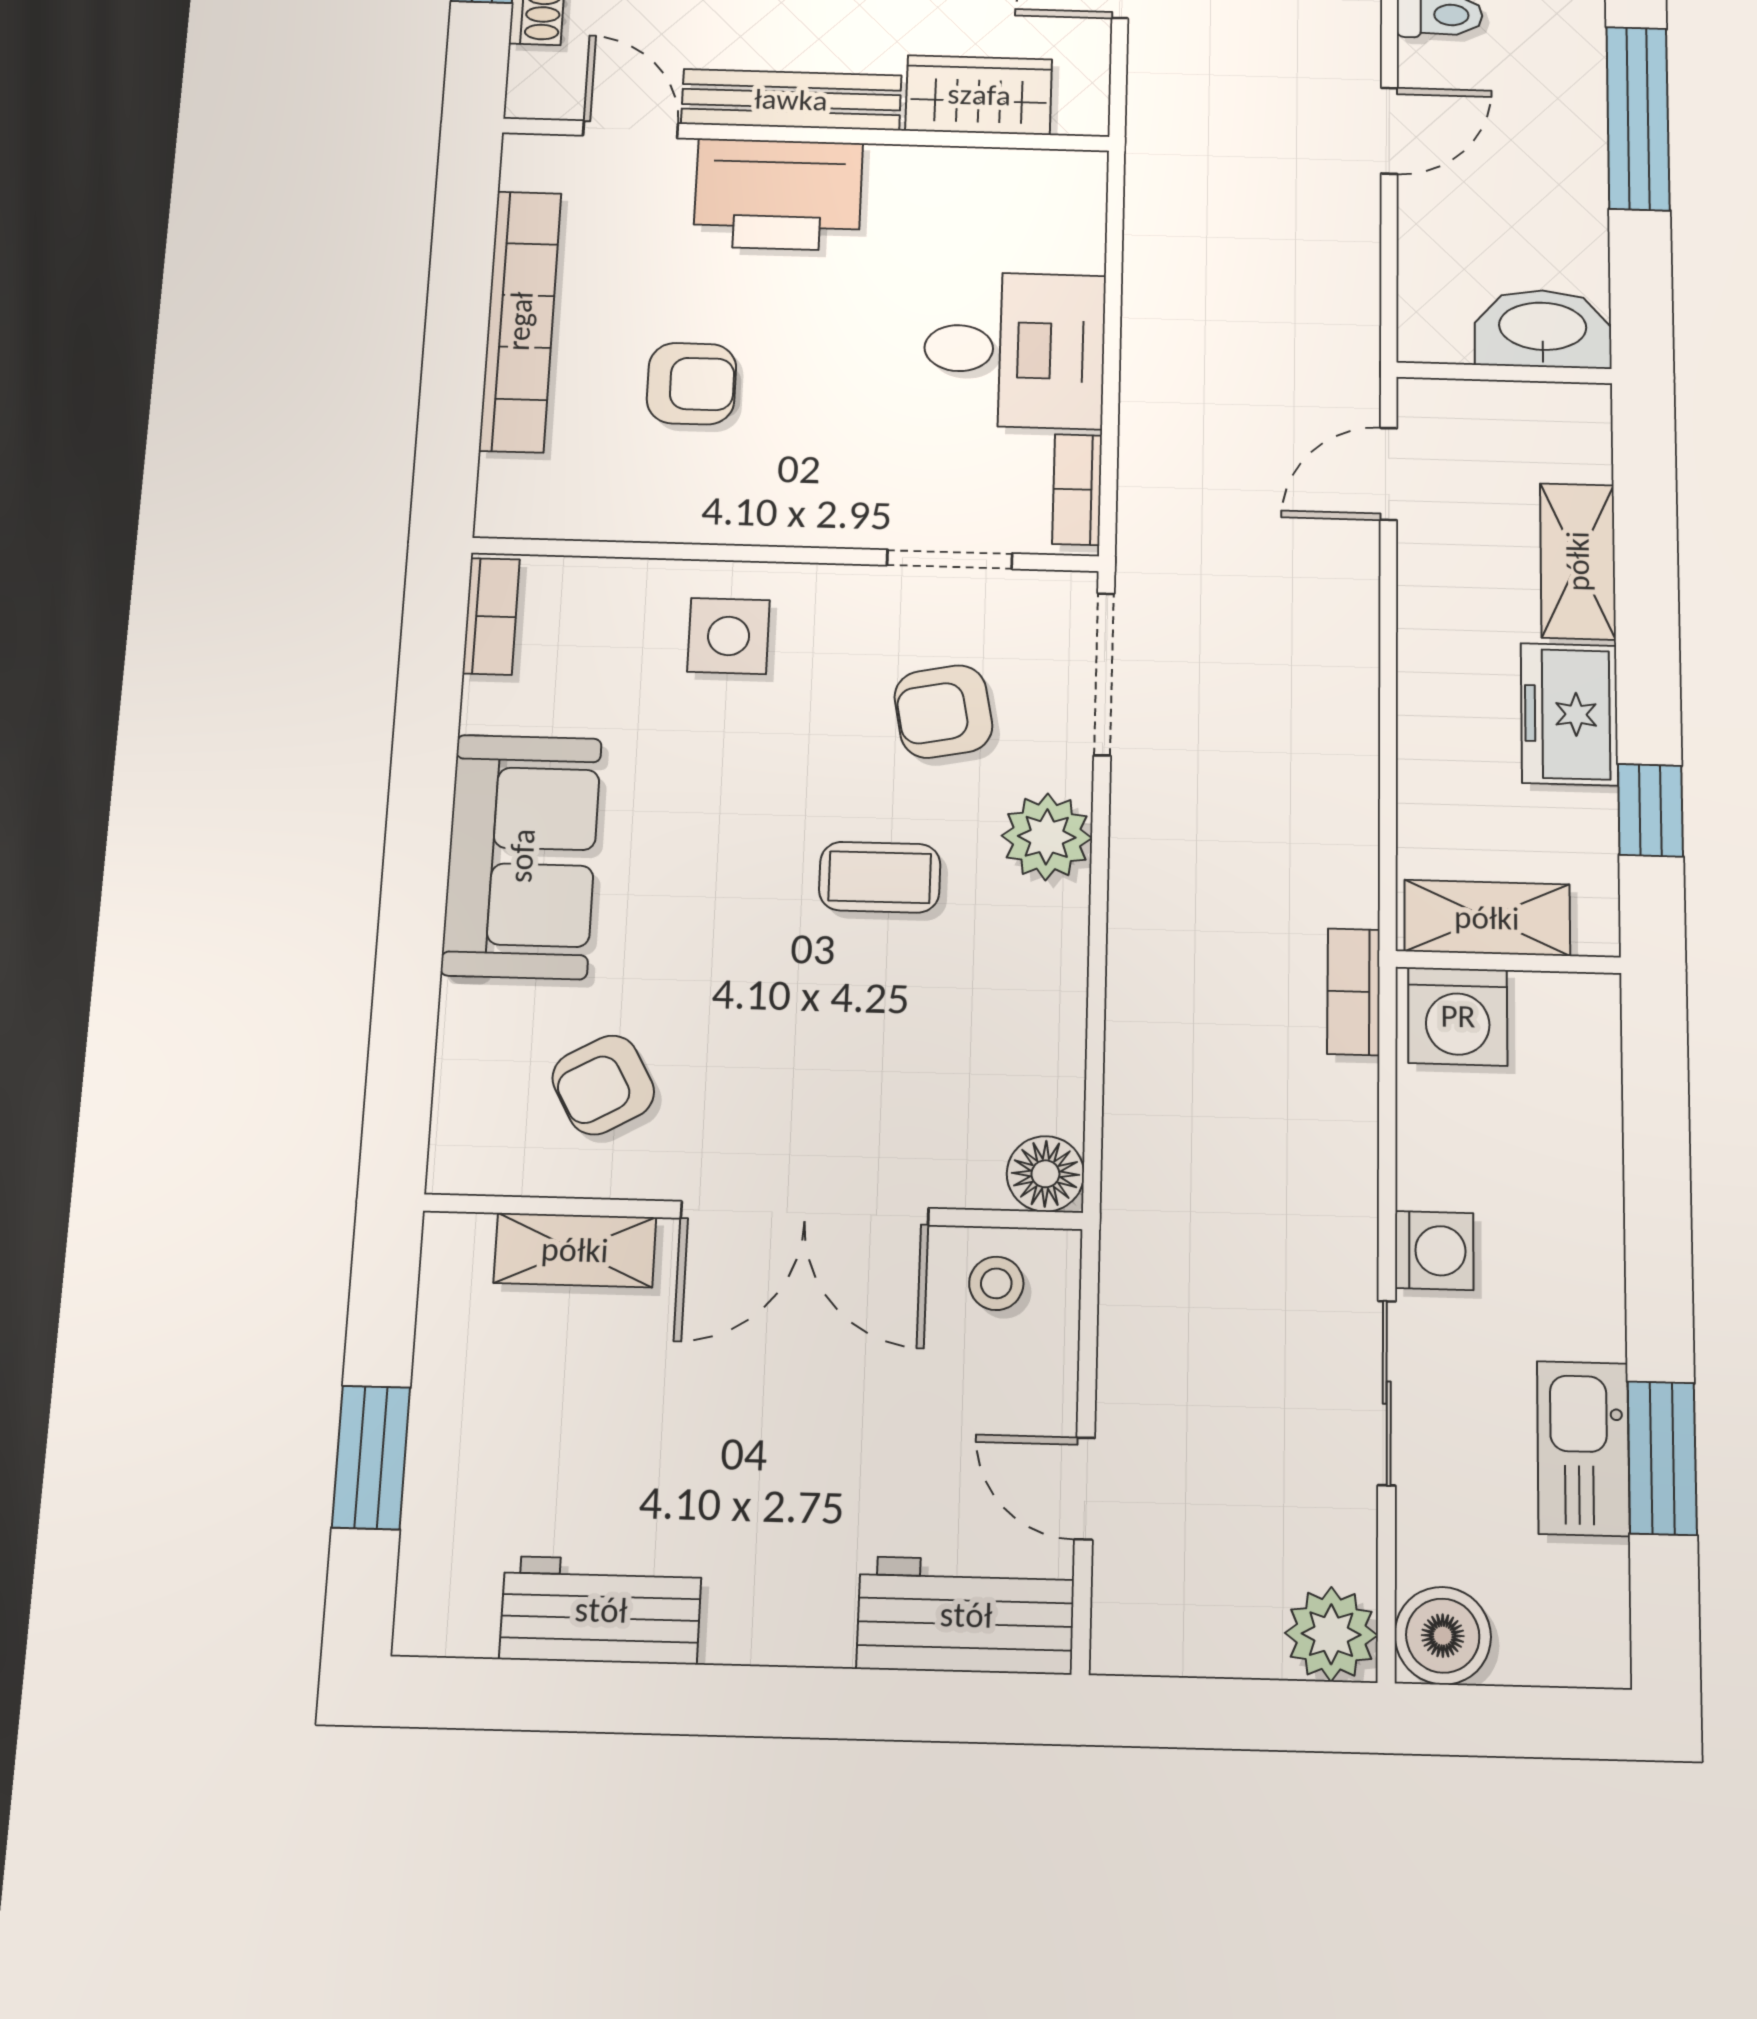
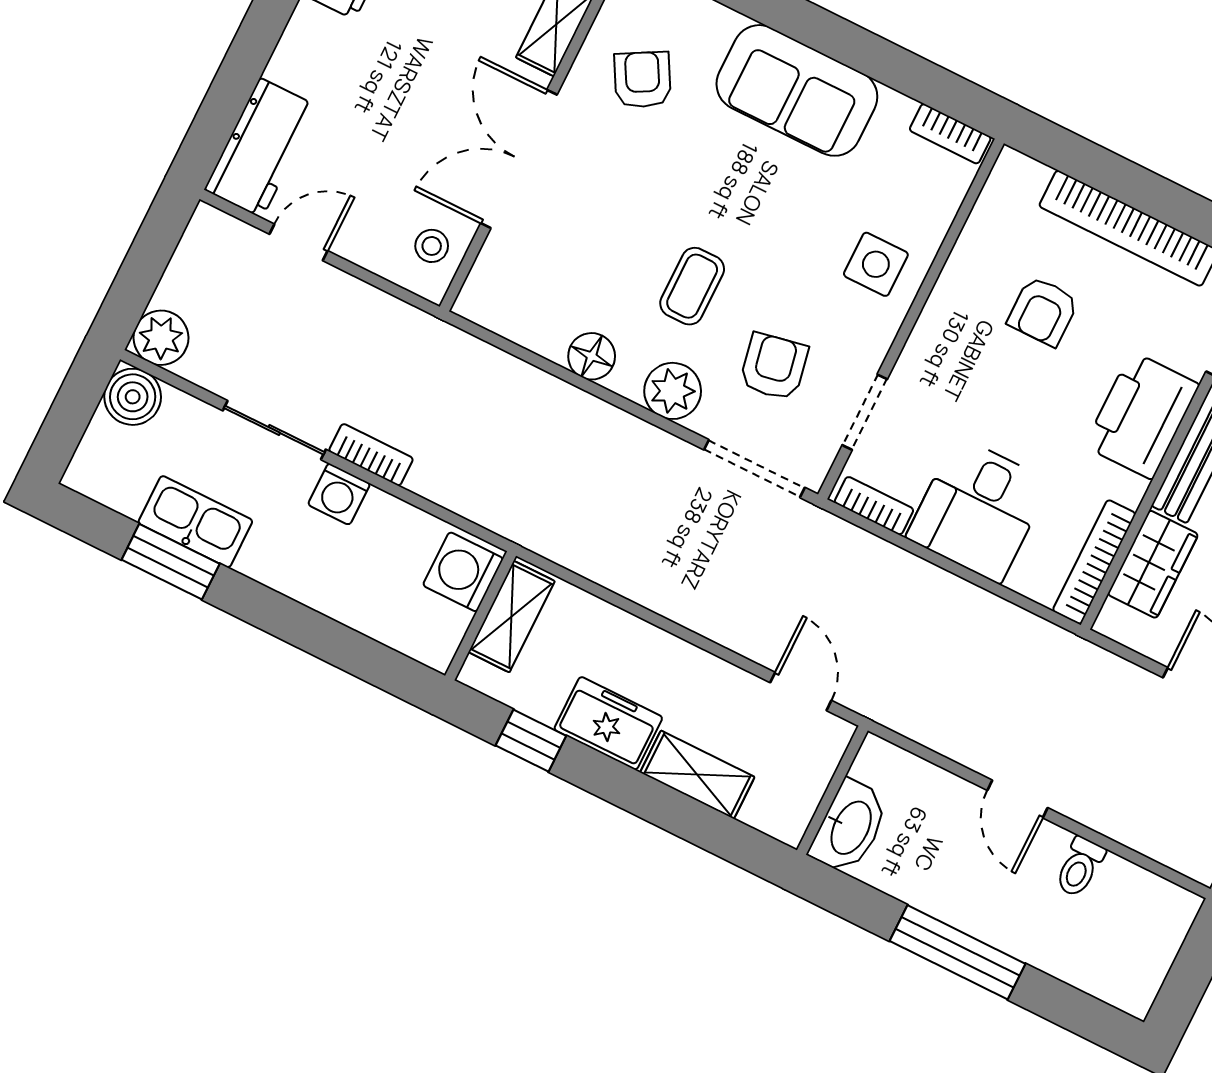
bookcase: (1013, 170) -> (1094, 562), added
bookcase: (1354, 992) -> (371, 455), moved
floor lamp: (1045, 1174) -> (592, 356), moved

